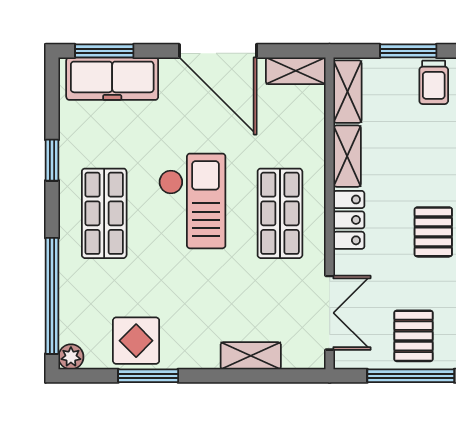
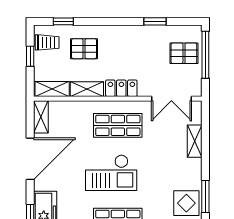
window: (408, 51) -> (30, 56), width x0.67
checkout: (192, 201) -> (111, 173), turned 180
pallet: (433, 232) -> (84, 49), moved
double door: (330, 313) -> (171, 99), swing flipped

